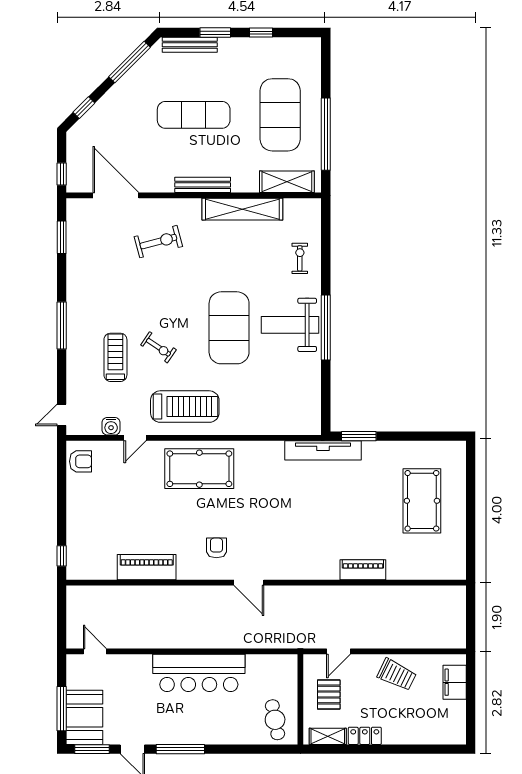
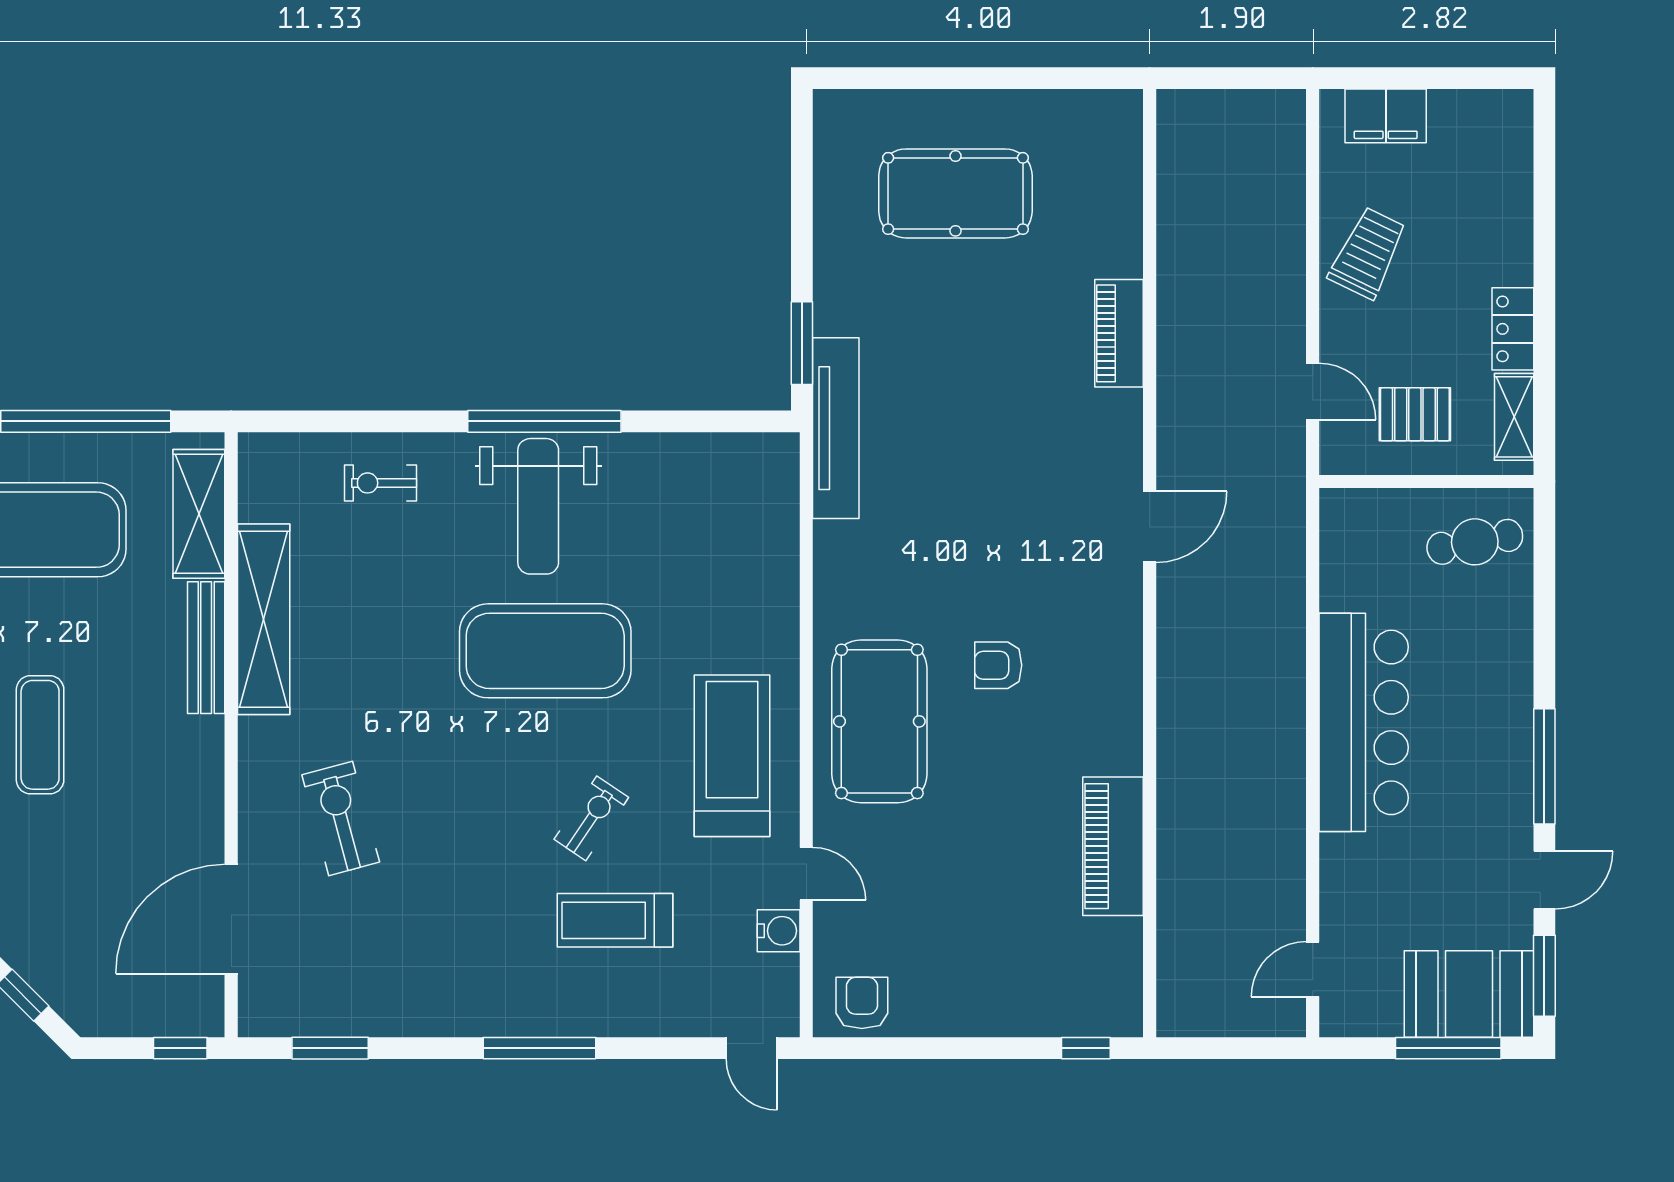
exercise mat: (194, 115) -> (40, 735), width x0.73, depth x0.69
bench: (203, 185) -> (206, 648), moved
armchair: (216, 548) -> (998, 665), moved
door: (249, 583) -> (1150, 527), moved

